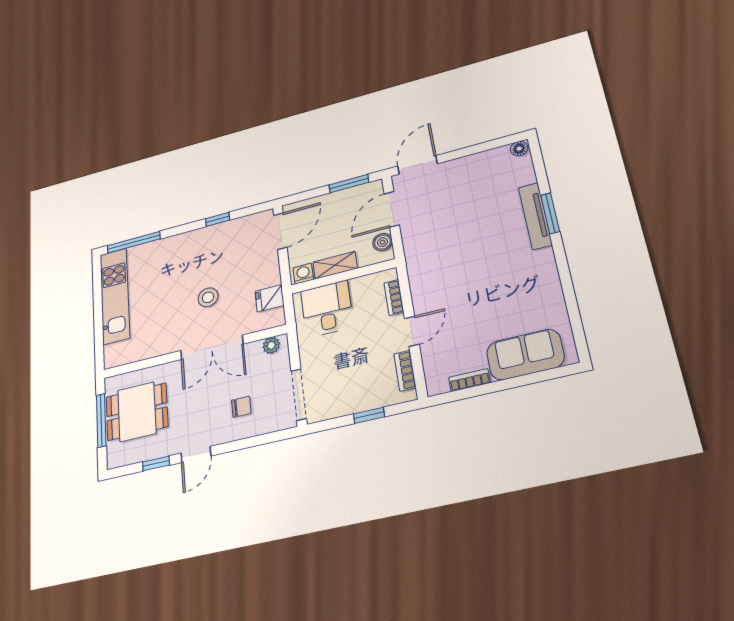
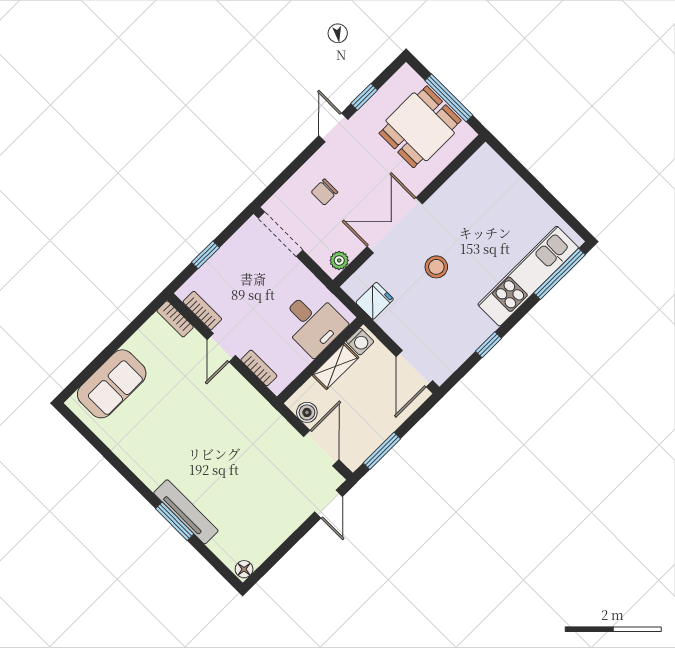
door: (417, 165) -> (328, 504), width x0.73
kitchen unit: (115, 296) -> (528, 276), moved, turned 90
bookcase: (469, 380) -> (175, 319), moved, turned 90

